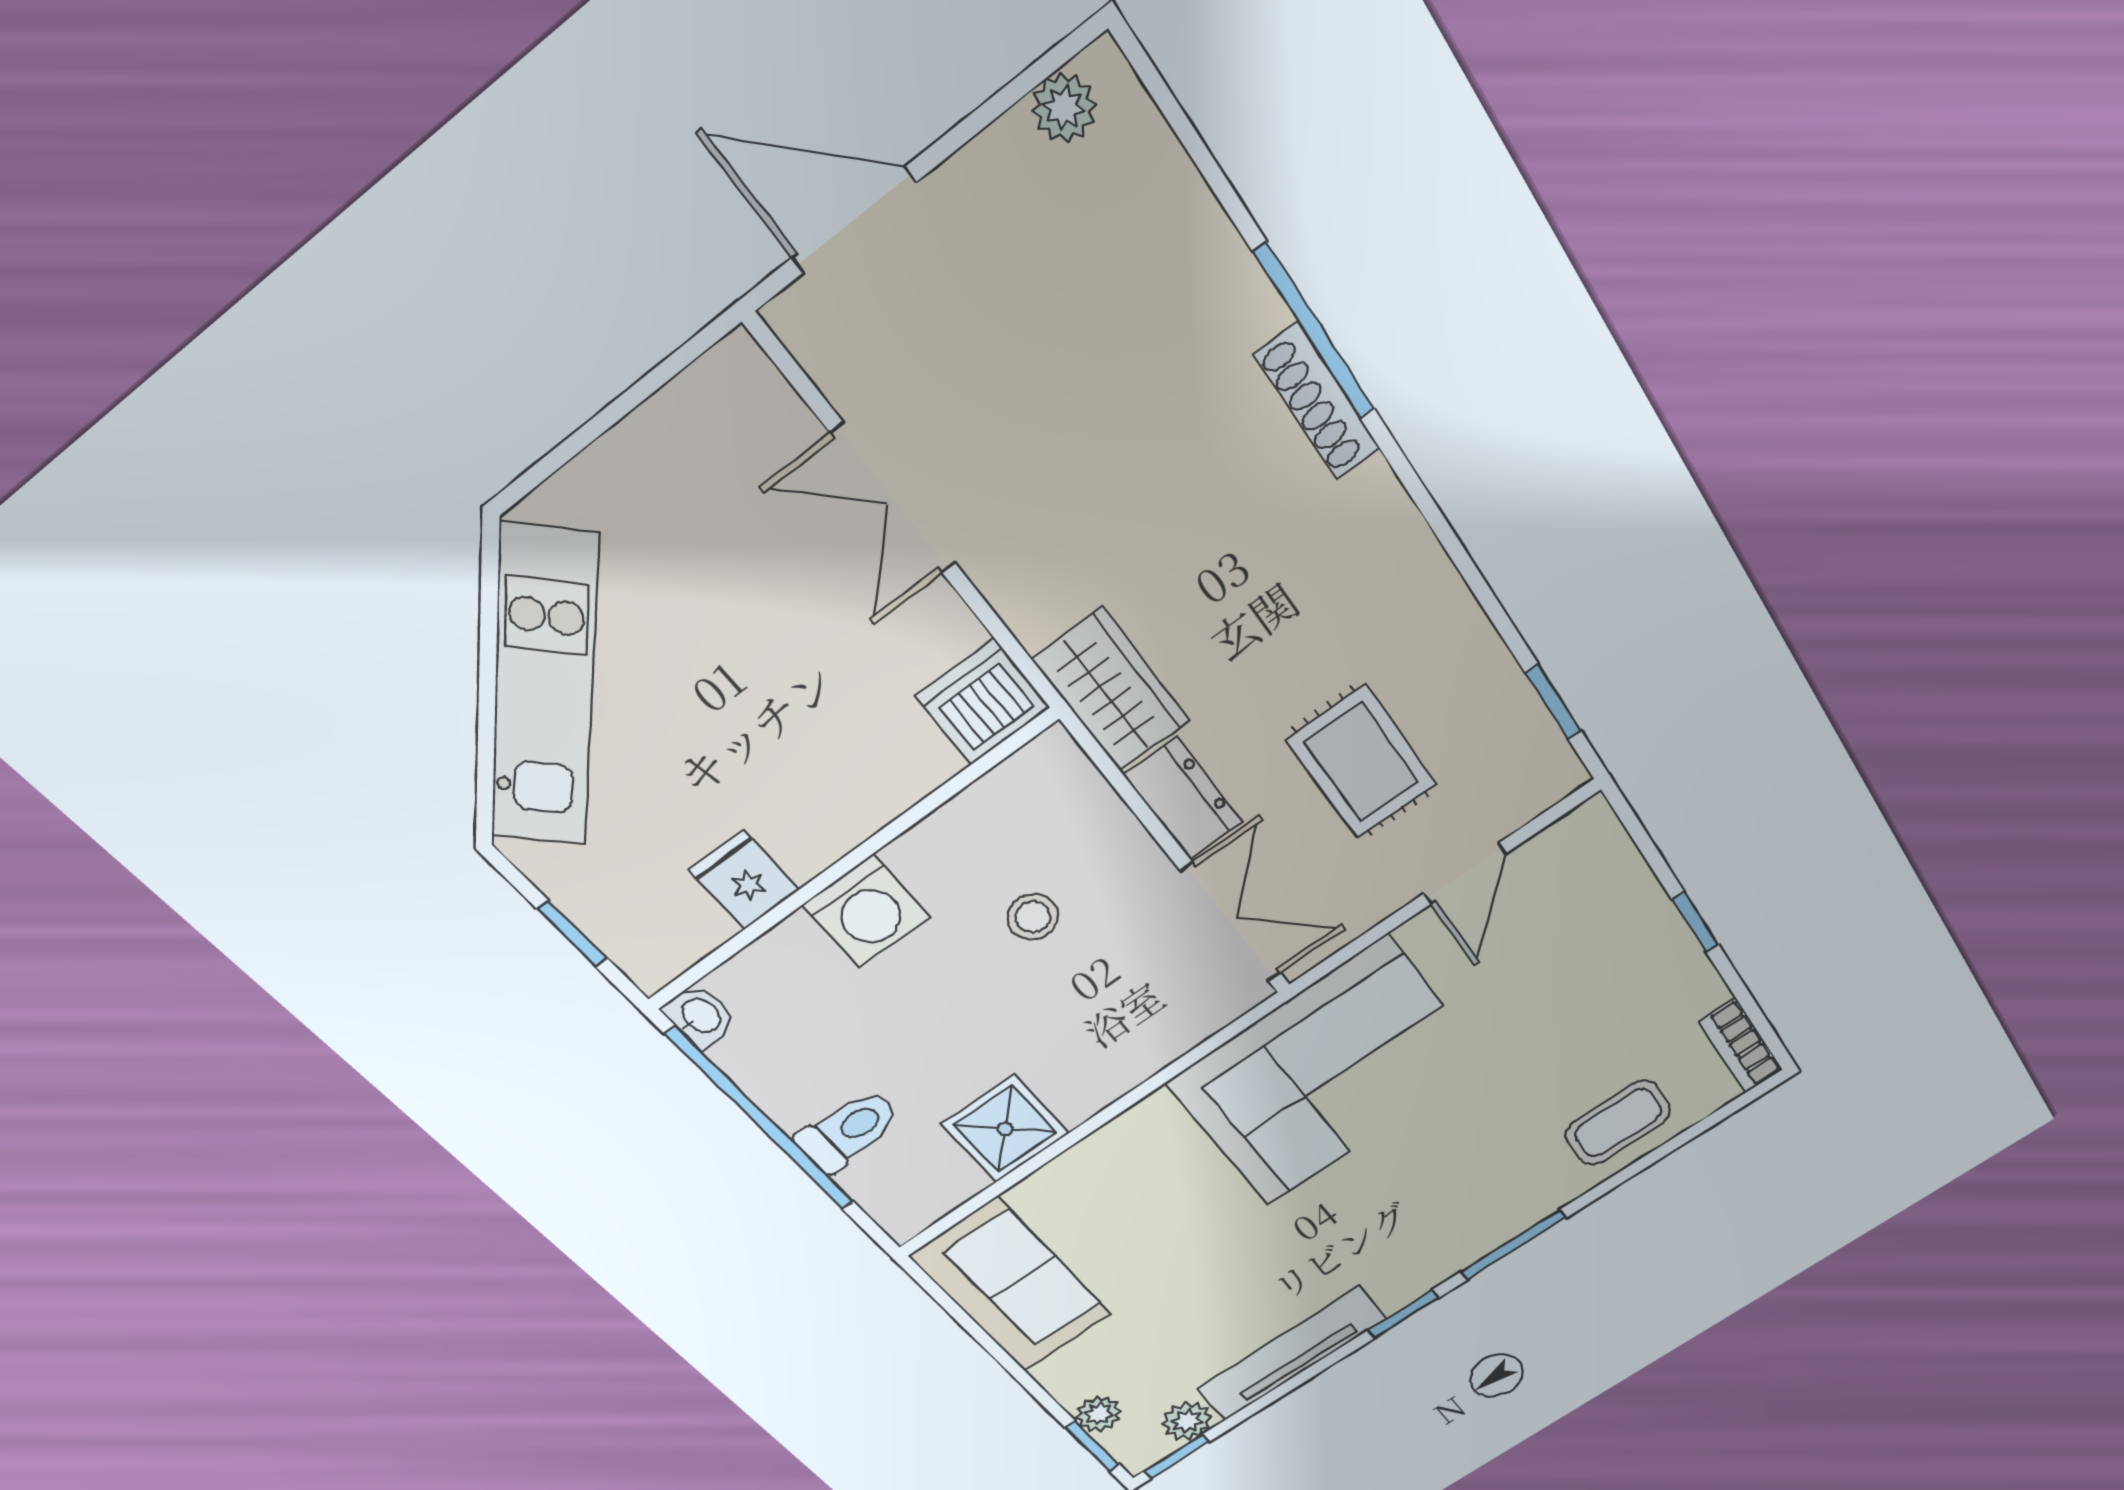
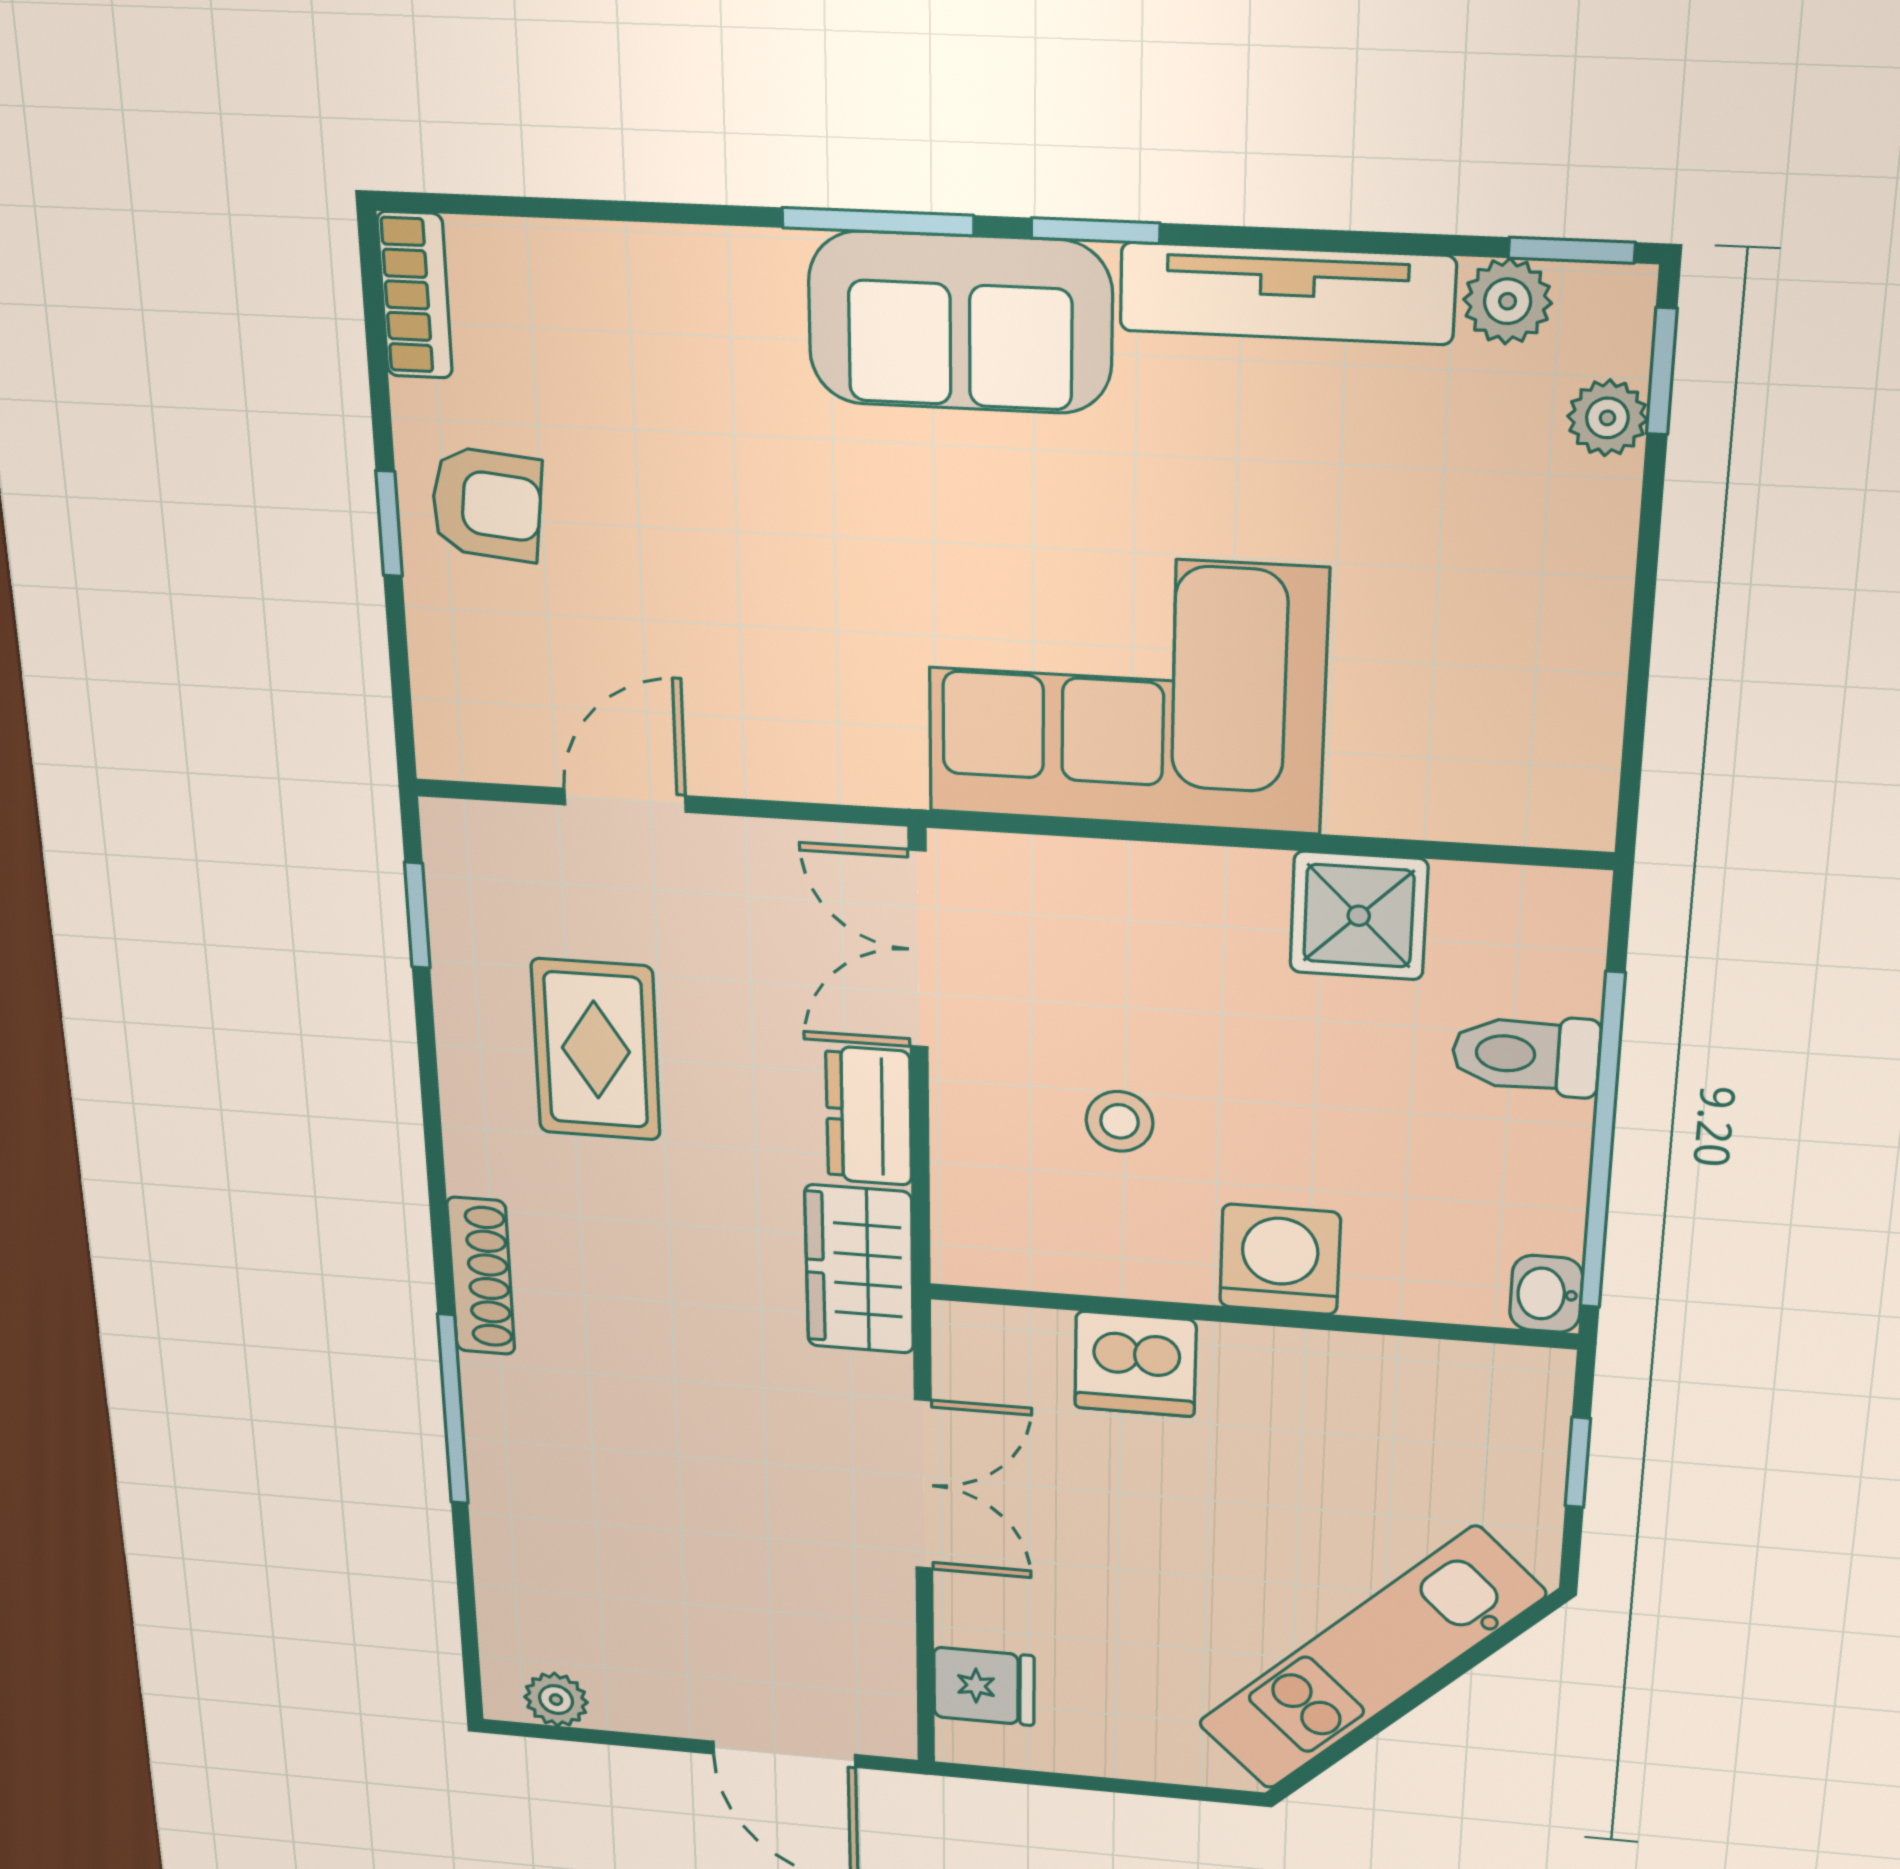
shoe rack: (1317, 402) -> (481, 1276), moved
double door: (894, 499) -> (924, 1485), moved
dishwasher: (983, 702) -> (1135, 1364), moved
rug: (1361, 762) -> (596, 1050), moved
fridge: (744, 880) -> (984, 1686), moved, turned -90
armchair: (1643, 973) -> (487, 504), added
corner sofa: (1326, 1073) -> (1126, 691), moved
coffee table: (1618, 1123) -> (631, 306), removed
sofa: (1011, 1285) -> (960, 323), moved, turned -90

